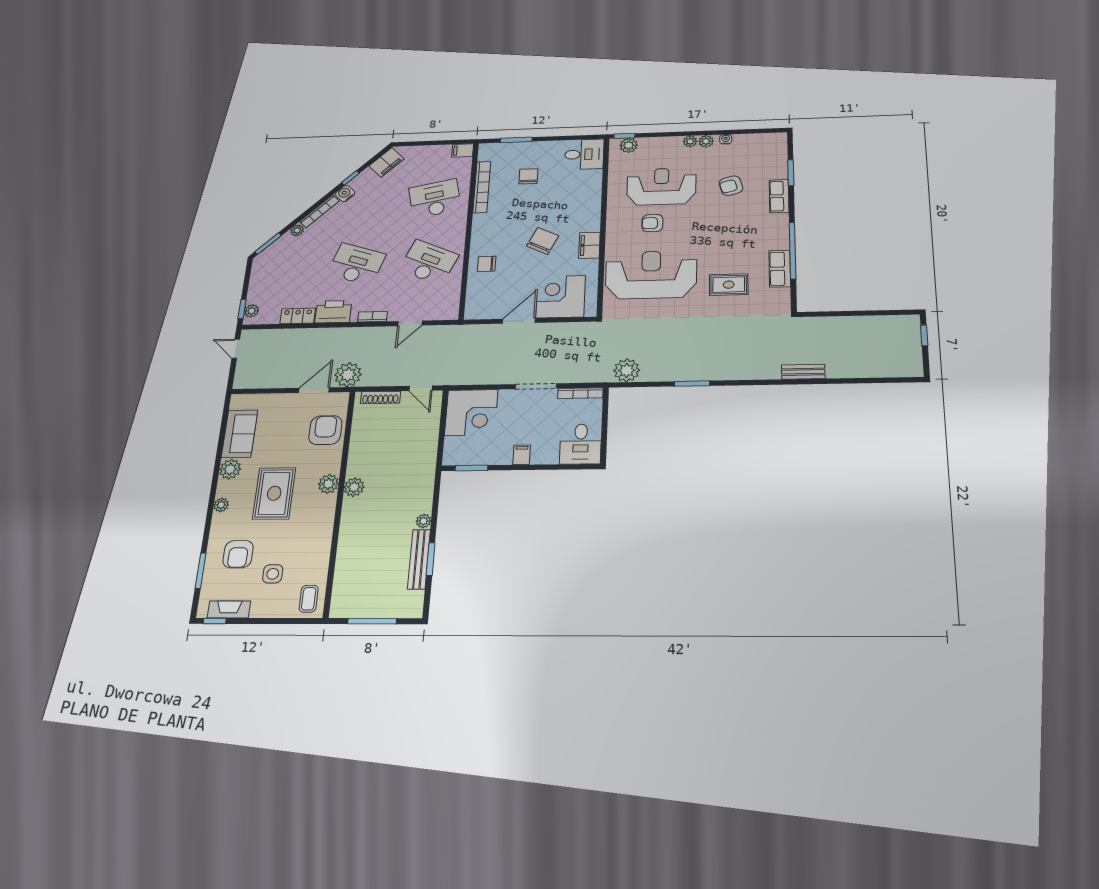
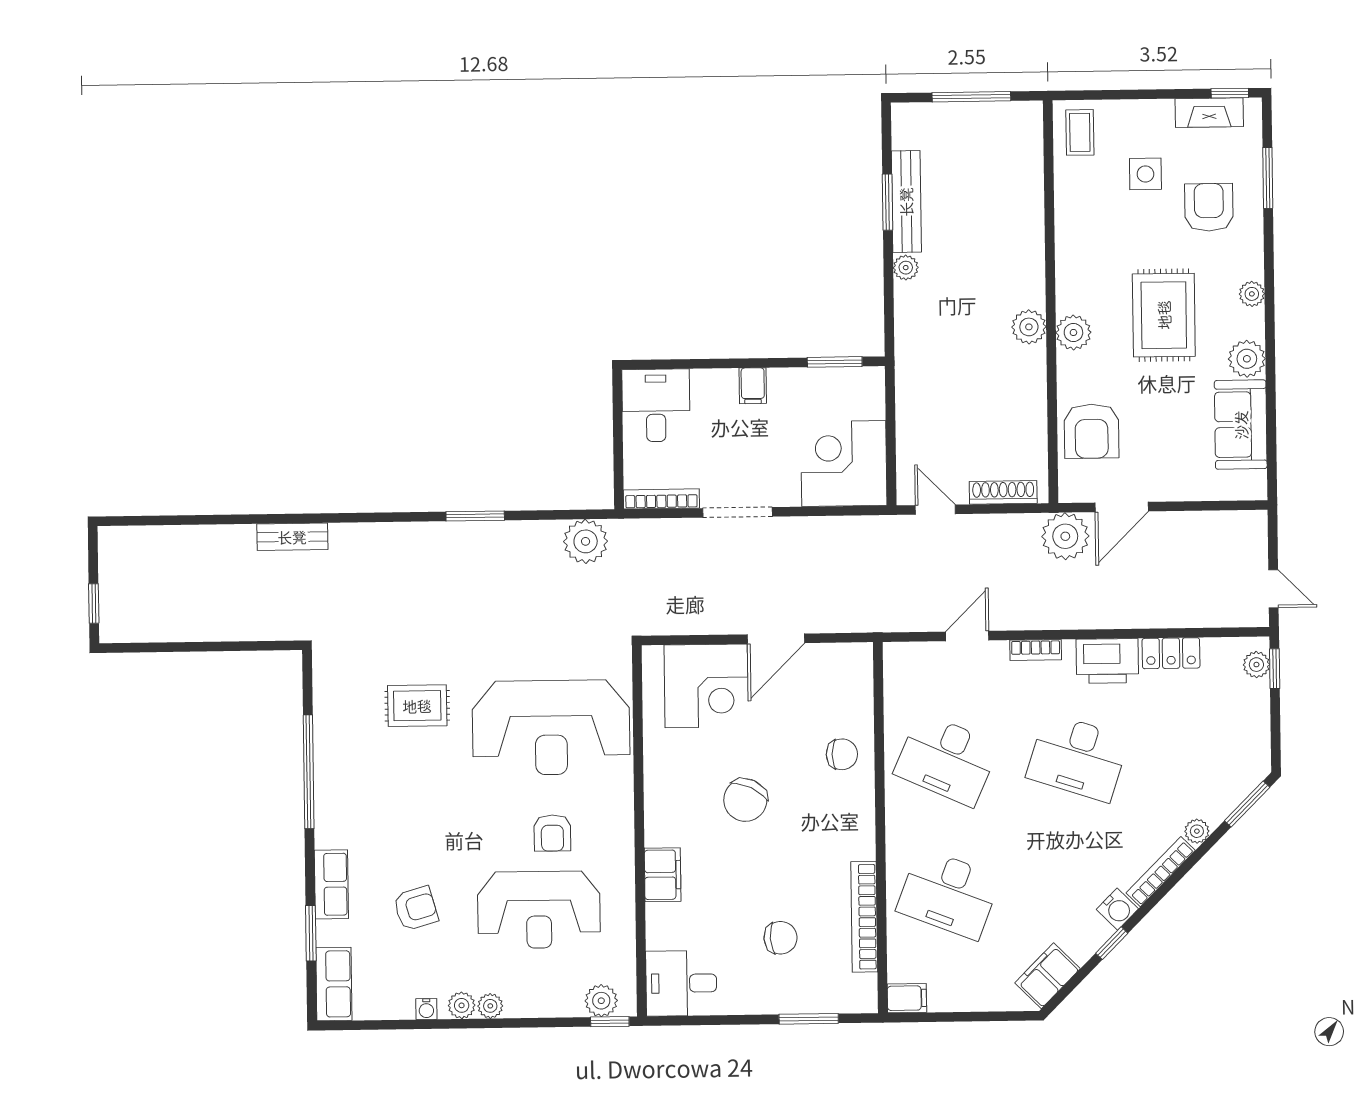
chair: (528, 176) -> (781, 938), turned -94
desk: (435, 199) -> (949, 894), turned 33
armchair: (652, 223) -> (552, 833), turned 90
filing cabinet: (590, 245) -> (663, 875), moved
row of seats: (780, 269) -> (334, 984), moved

